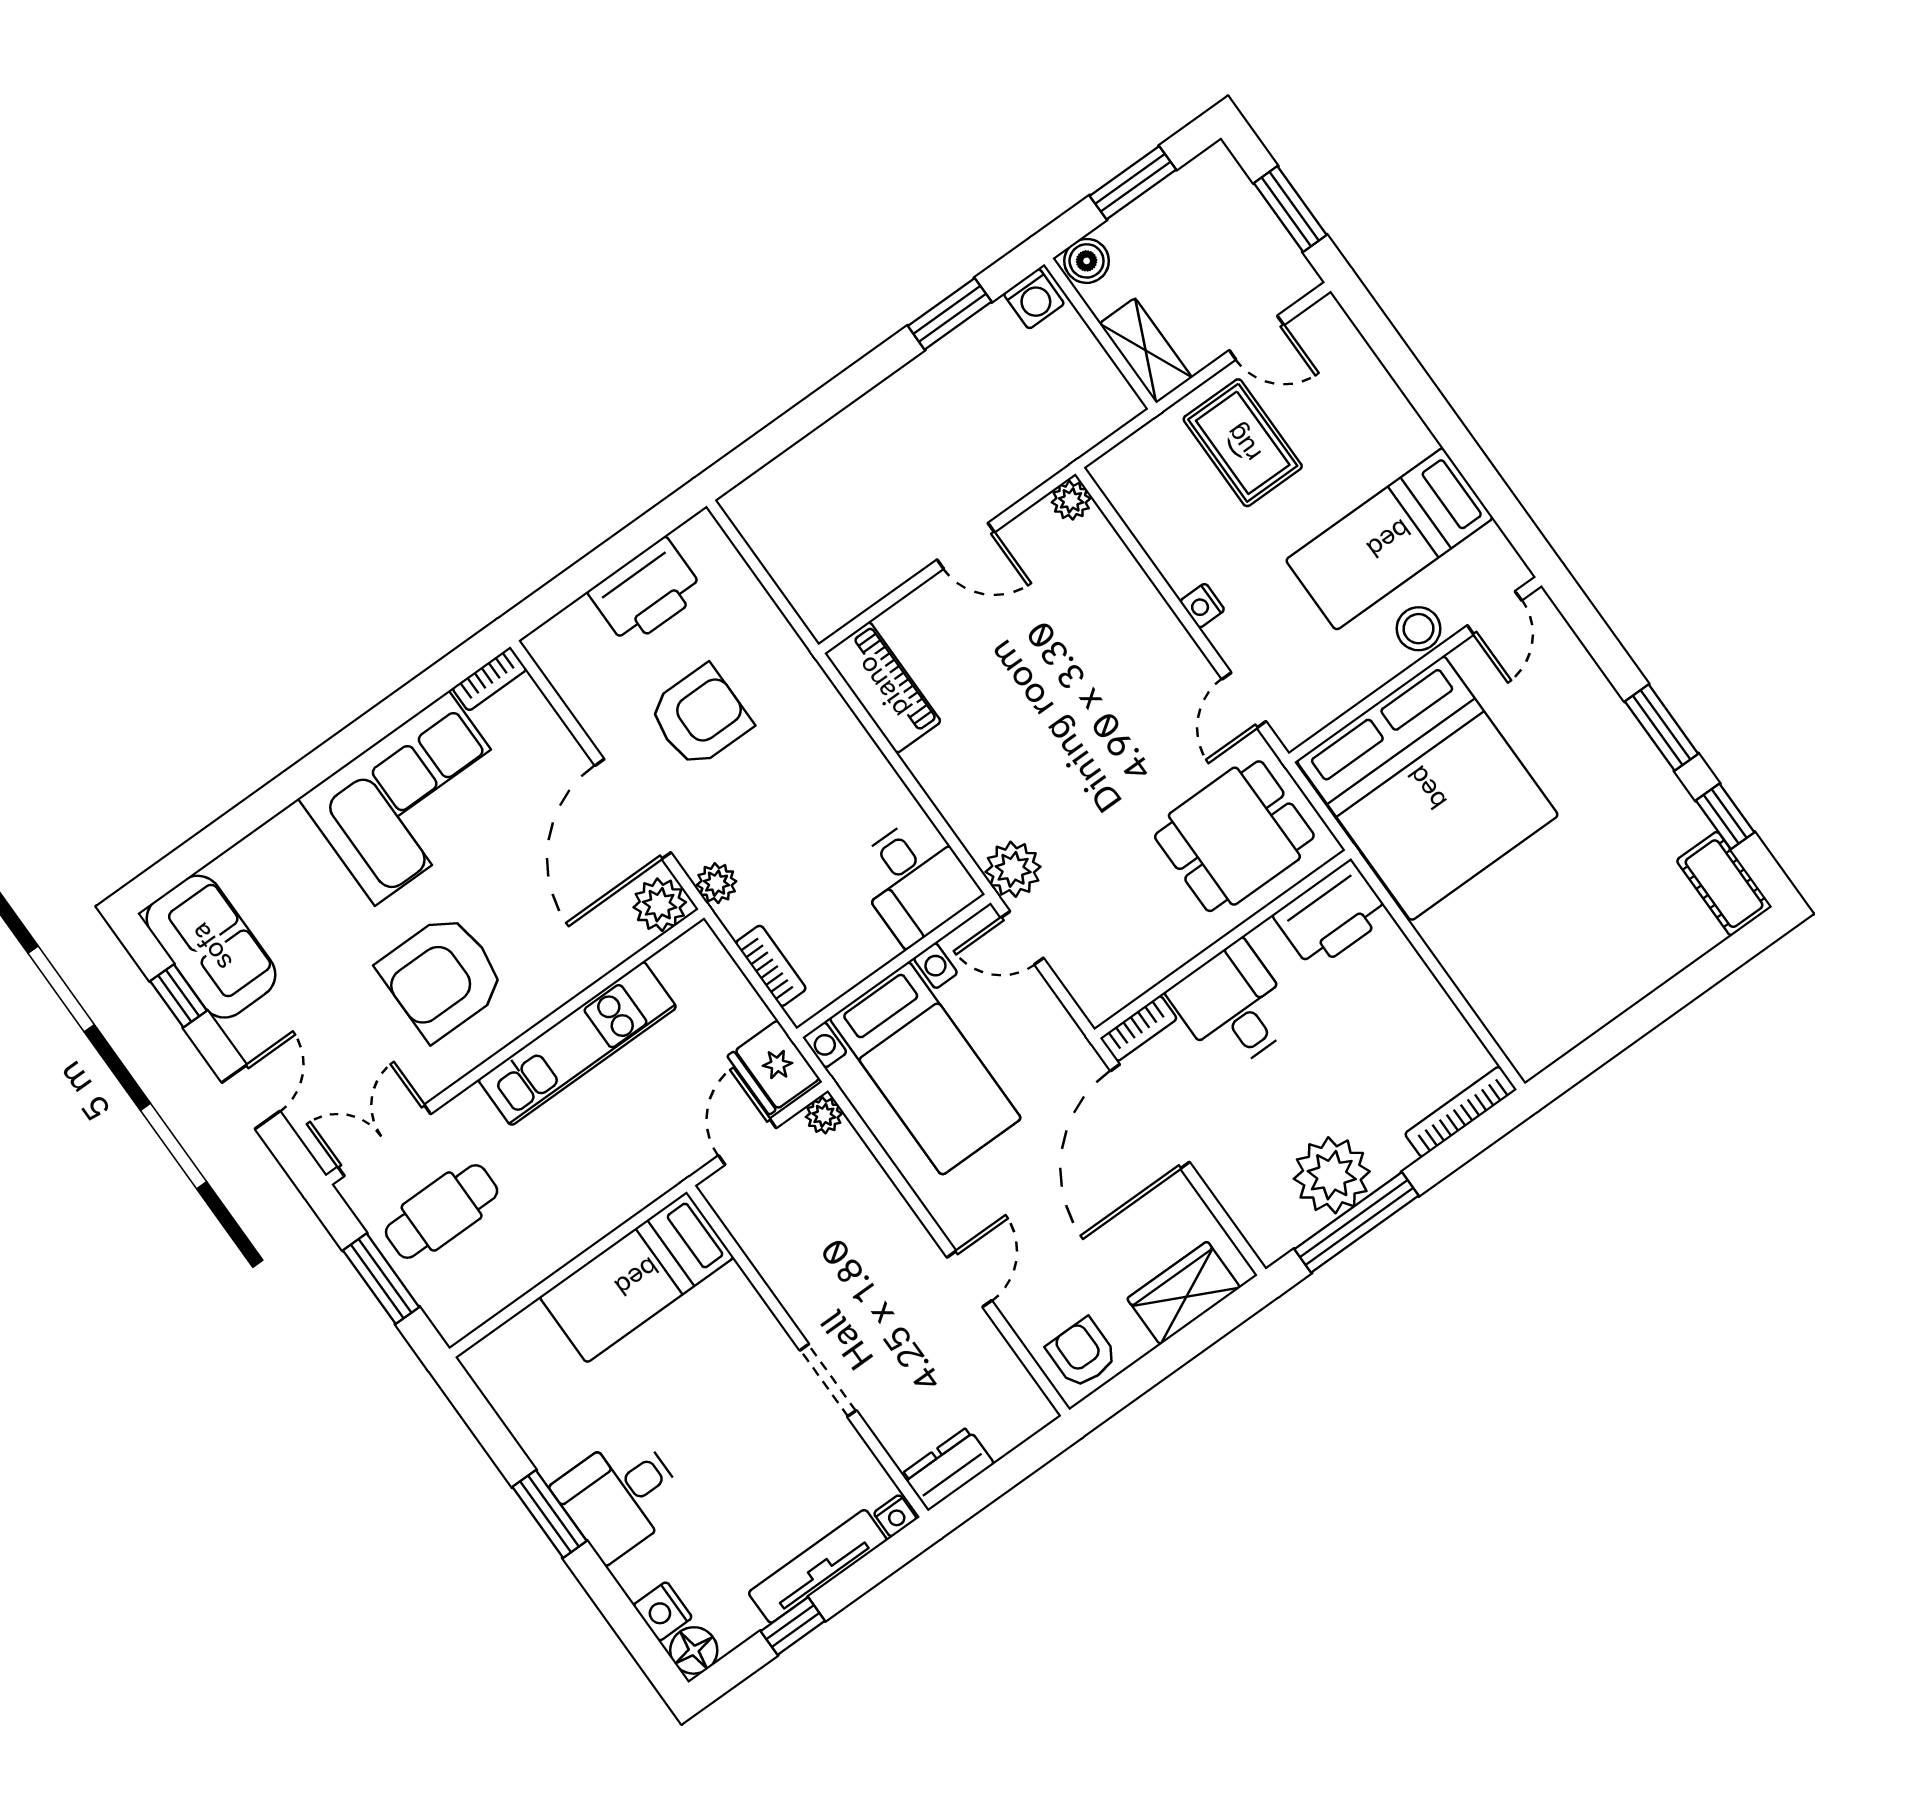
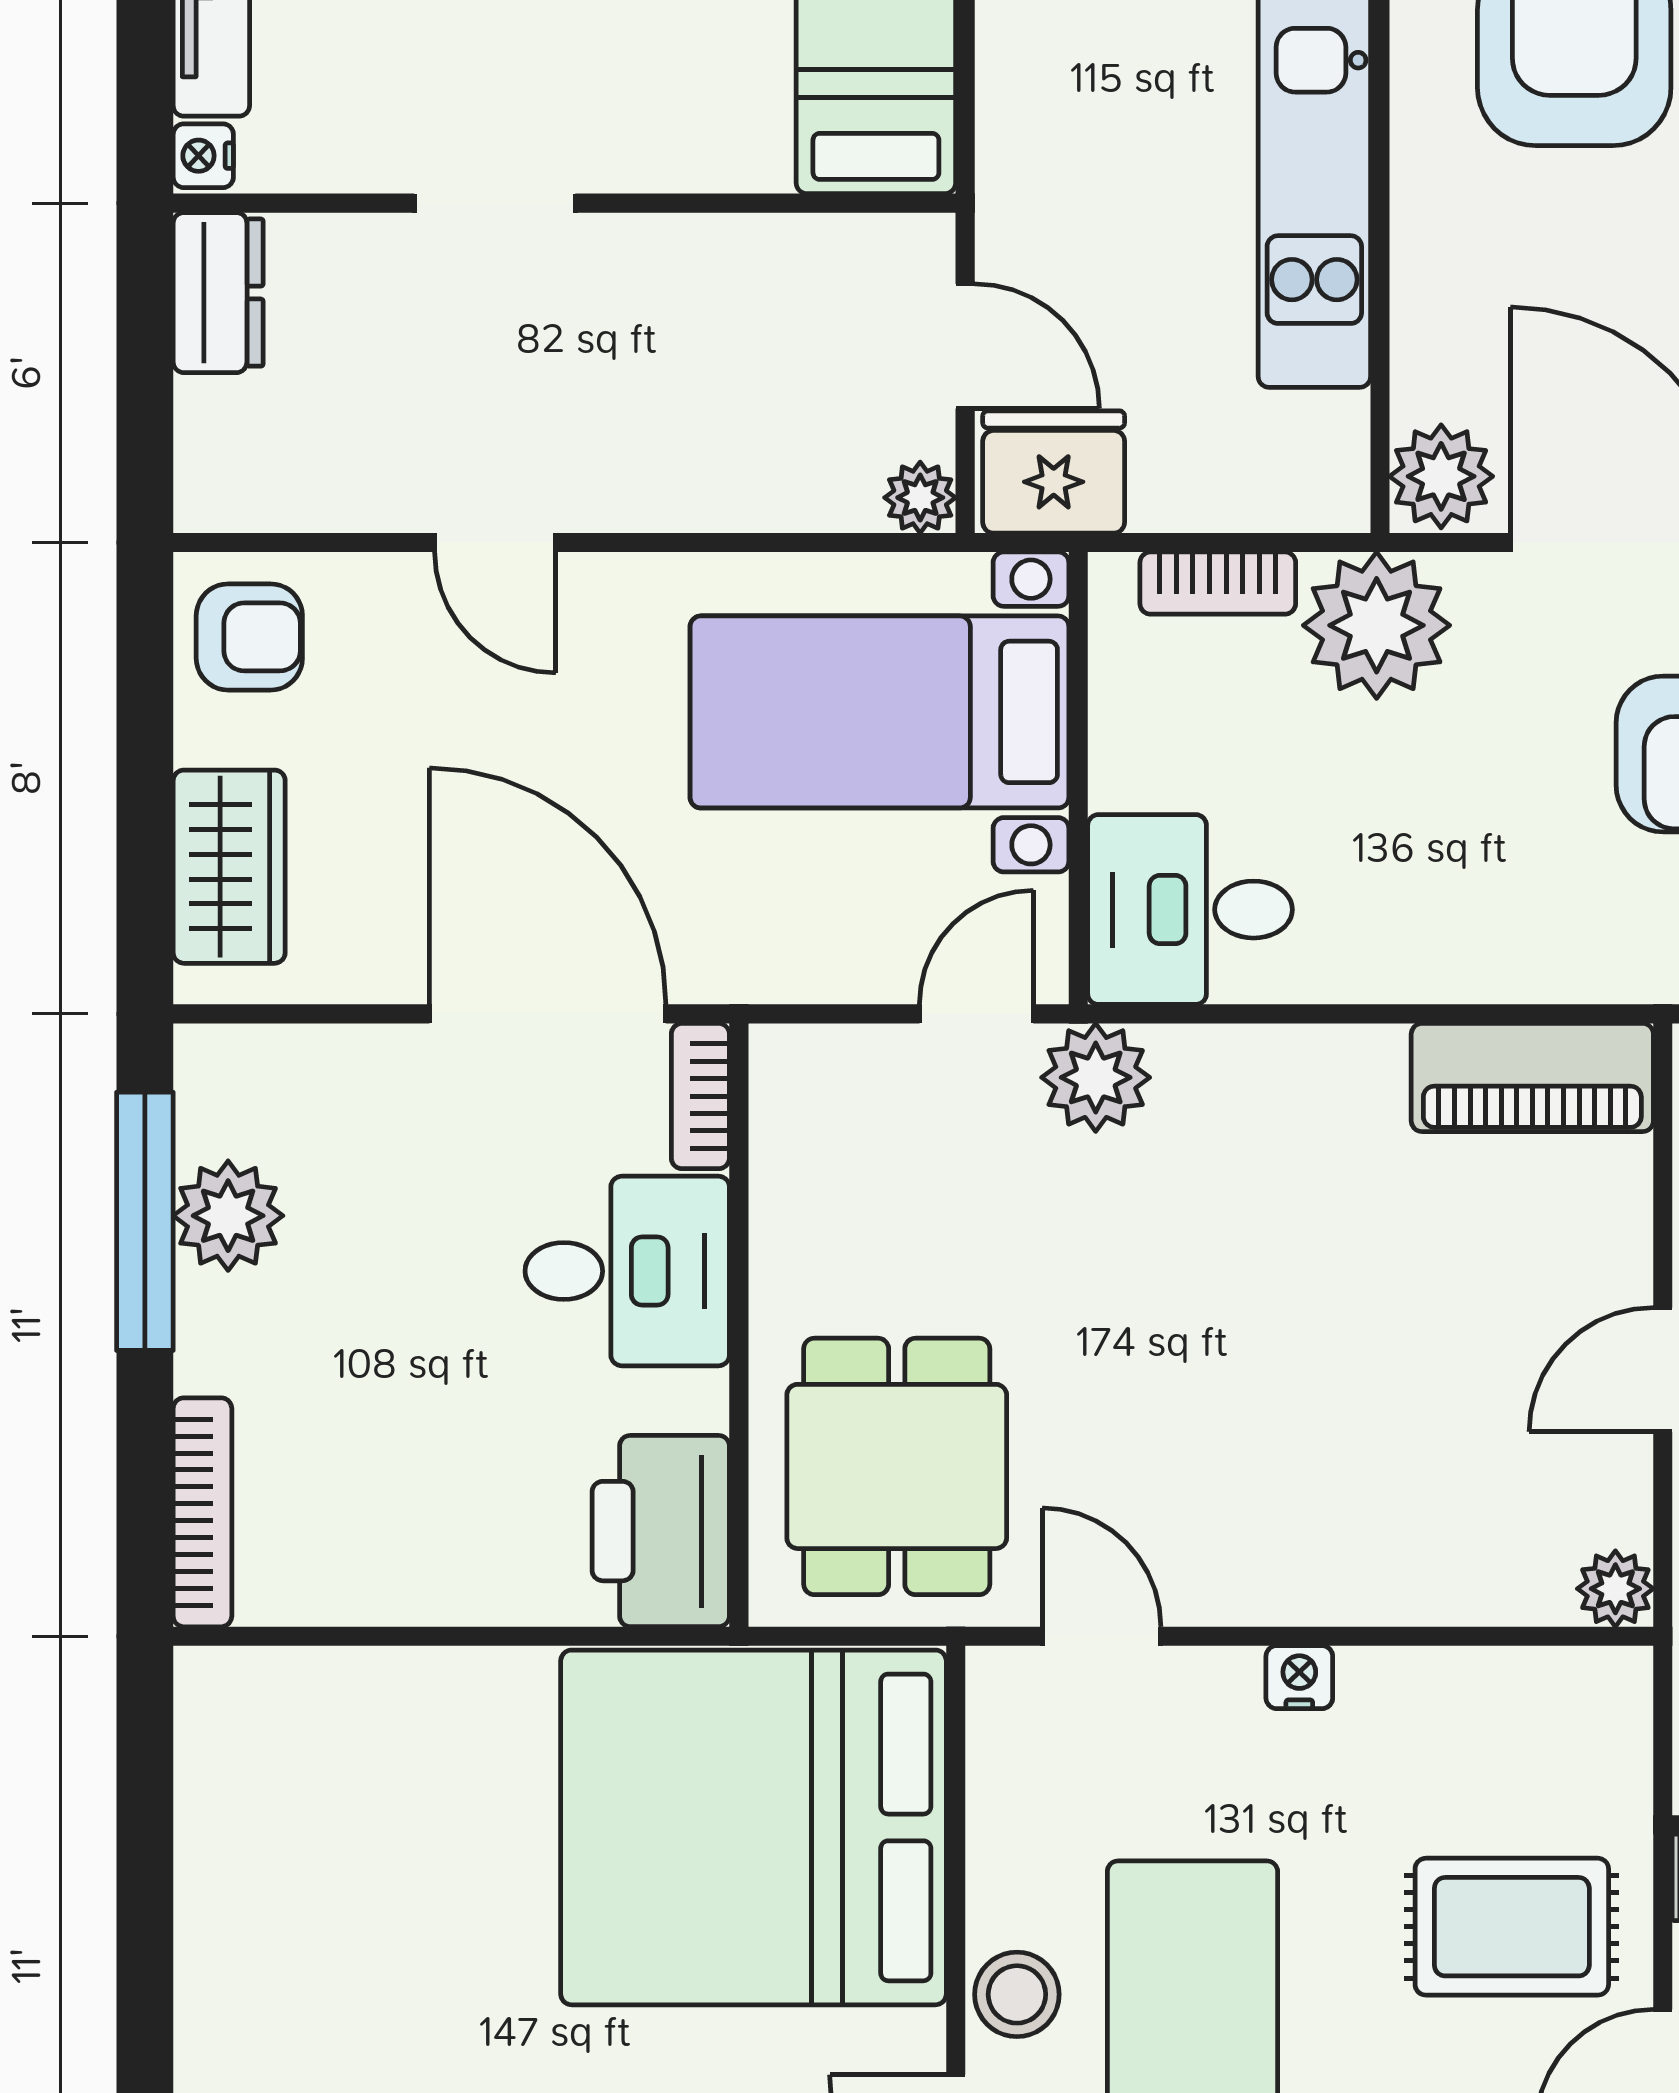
plant: (717, 883) -> (1377, 625), width x1.88, depth x1.88
plant: (1332, 1175) -> (228, 1216), width x0.73, depth x0.73

